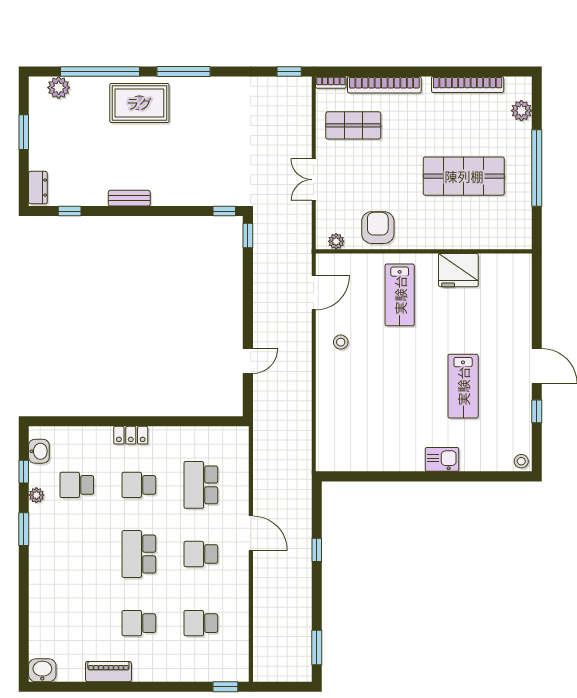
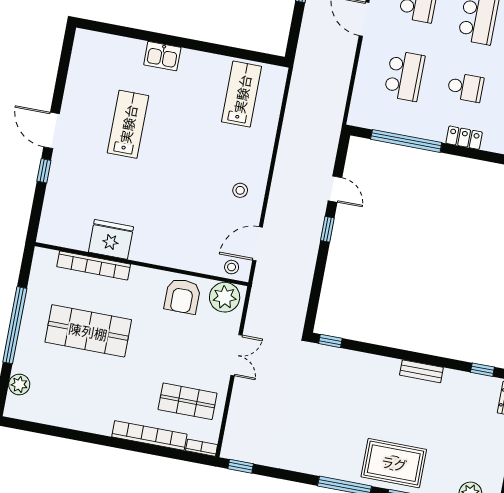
bookcase: (468, 85) -> (94, 265), moved, turned 180
window: (248, 235) -> (327, 229), moved
plant: (336, 241) -> (225, 297), width x1.87, depth x1.87
lab bench: (400, 295) -> (242, 94), moved
door: (248, 361) -> (335, 189), swing flipped
window: (537, 411) -> (44, 171), moved
window: (187, 421) -> (406, 141), added
stool: (521, 461) -> (232, 267), moved

